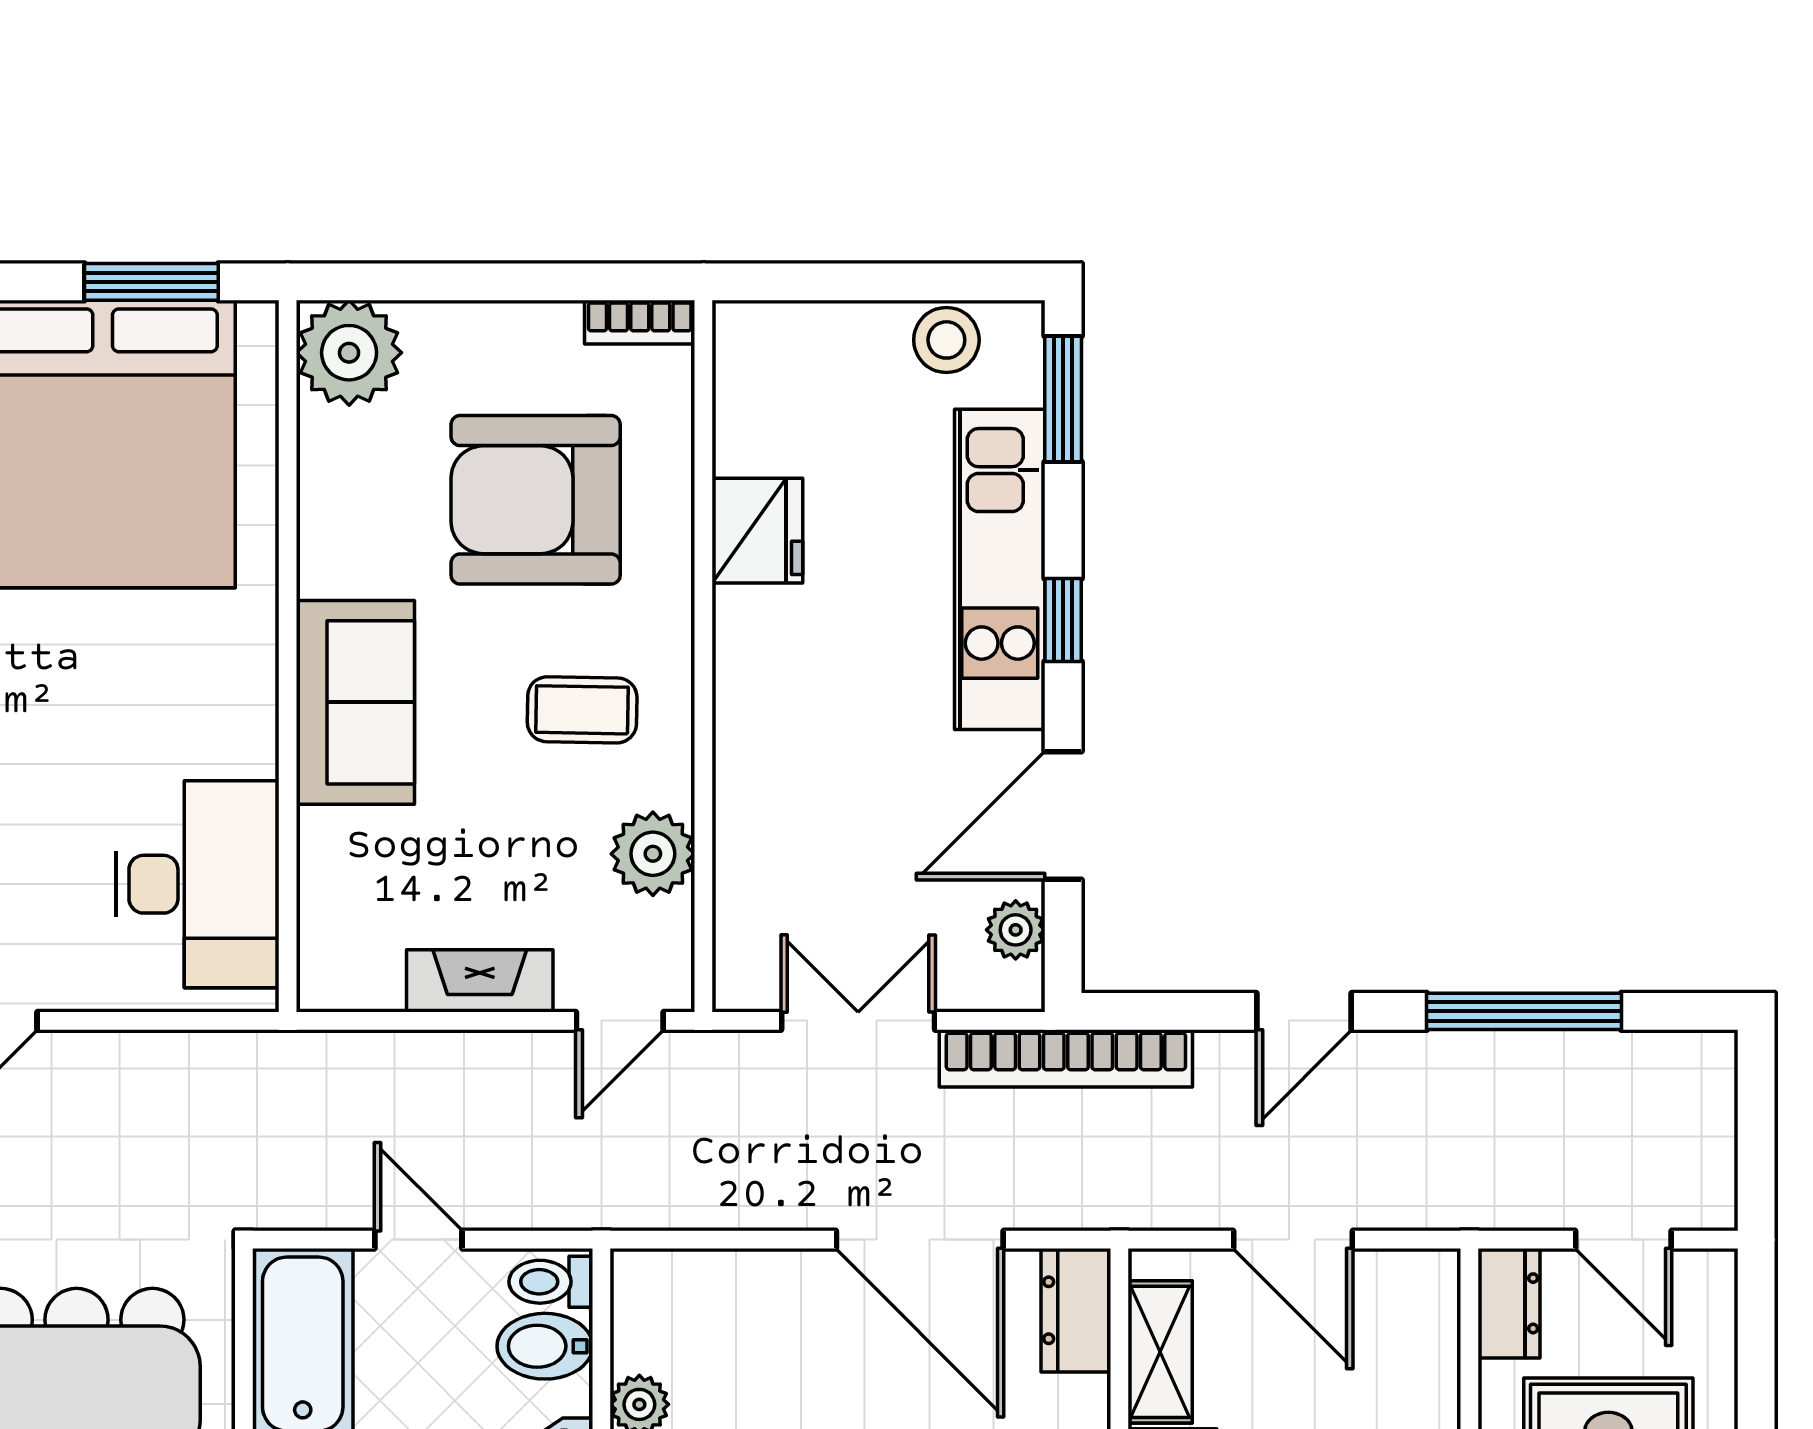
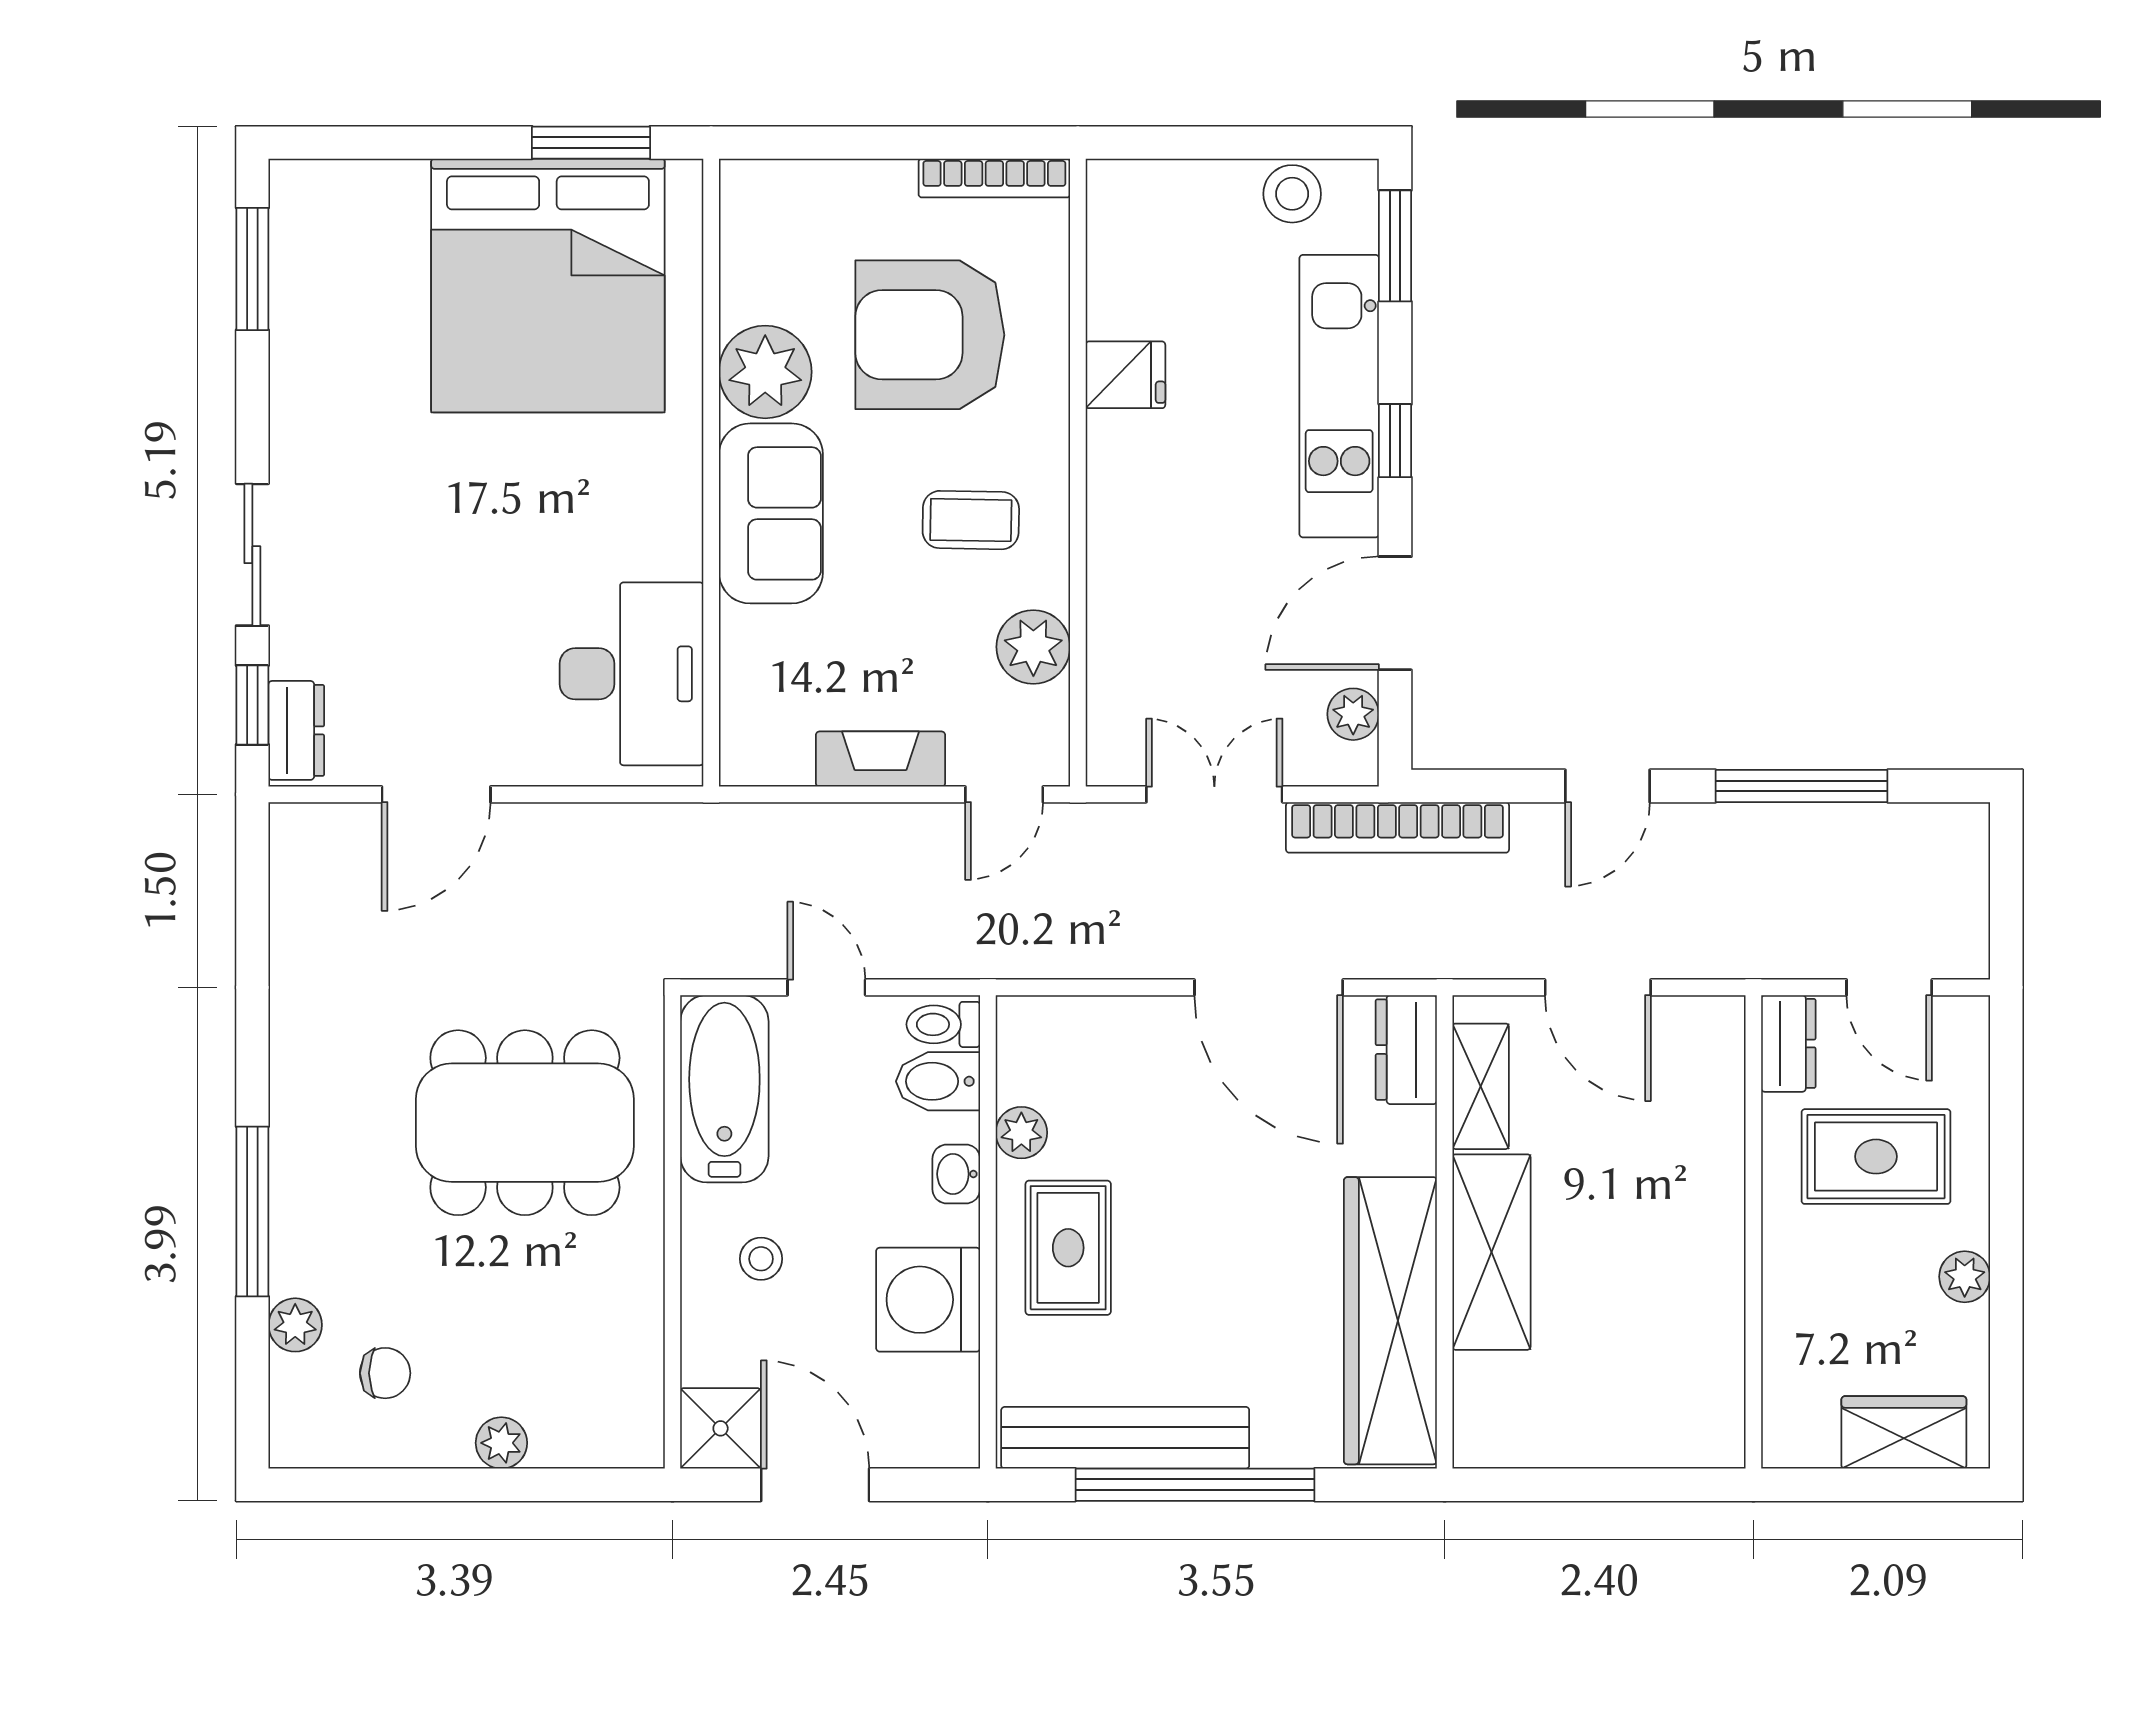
bookcase: (640, 322) -> (994, 178), width x1.56
plant: (349, 353) -> (765, 372), moved
fridge: (757, 531) -> (1125, 375), width x0.72

